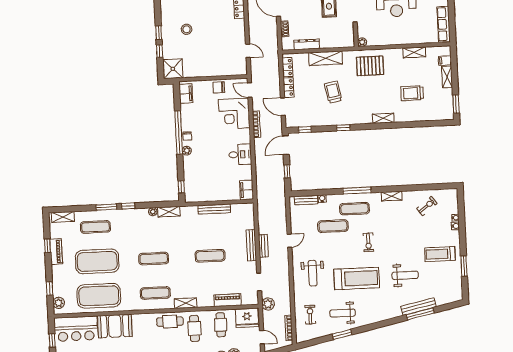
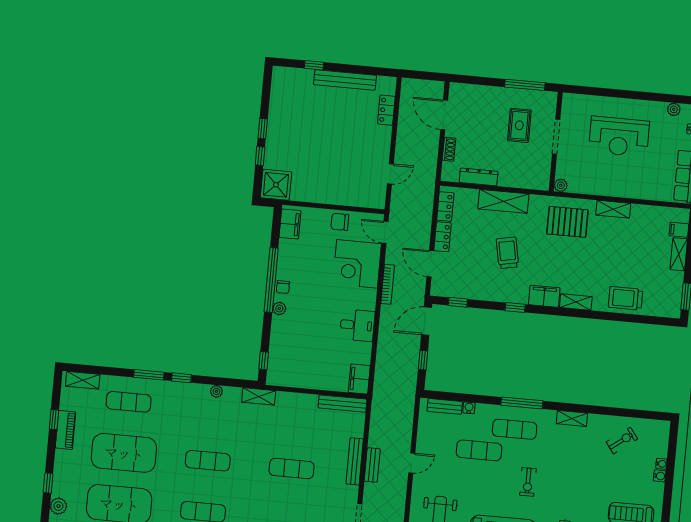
stool: (187, 29) -> (304, 129), removed
door: (248, 51) -> (390, 174), hinge flipped
shelving: (414, 52) -> (613, 209), moved
trolley: (412, 93) -> (626, 298), moved
filing cabinet: (362, 117) -> (544, 296), added
bench: (214, 209) -> (343, 404), moved
shelving: (169, 212) -> (259, 396), moved

